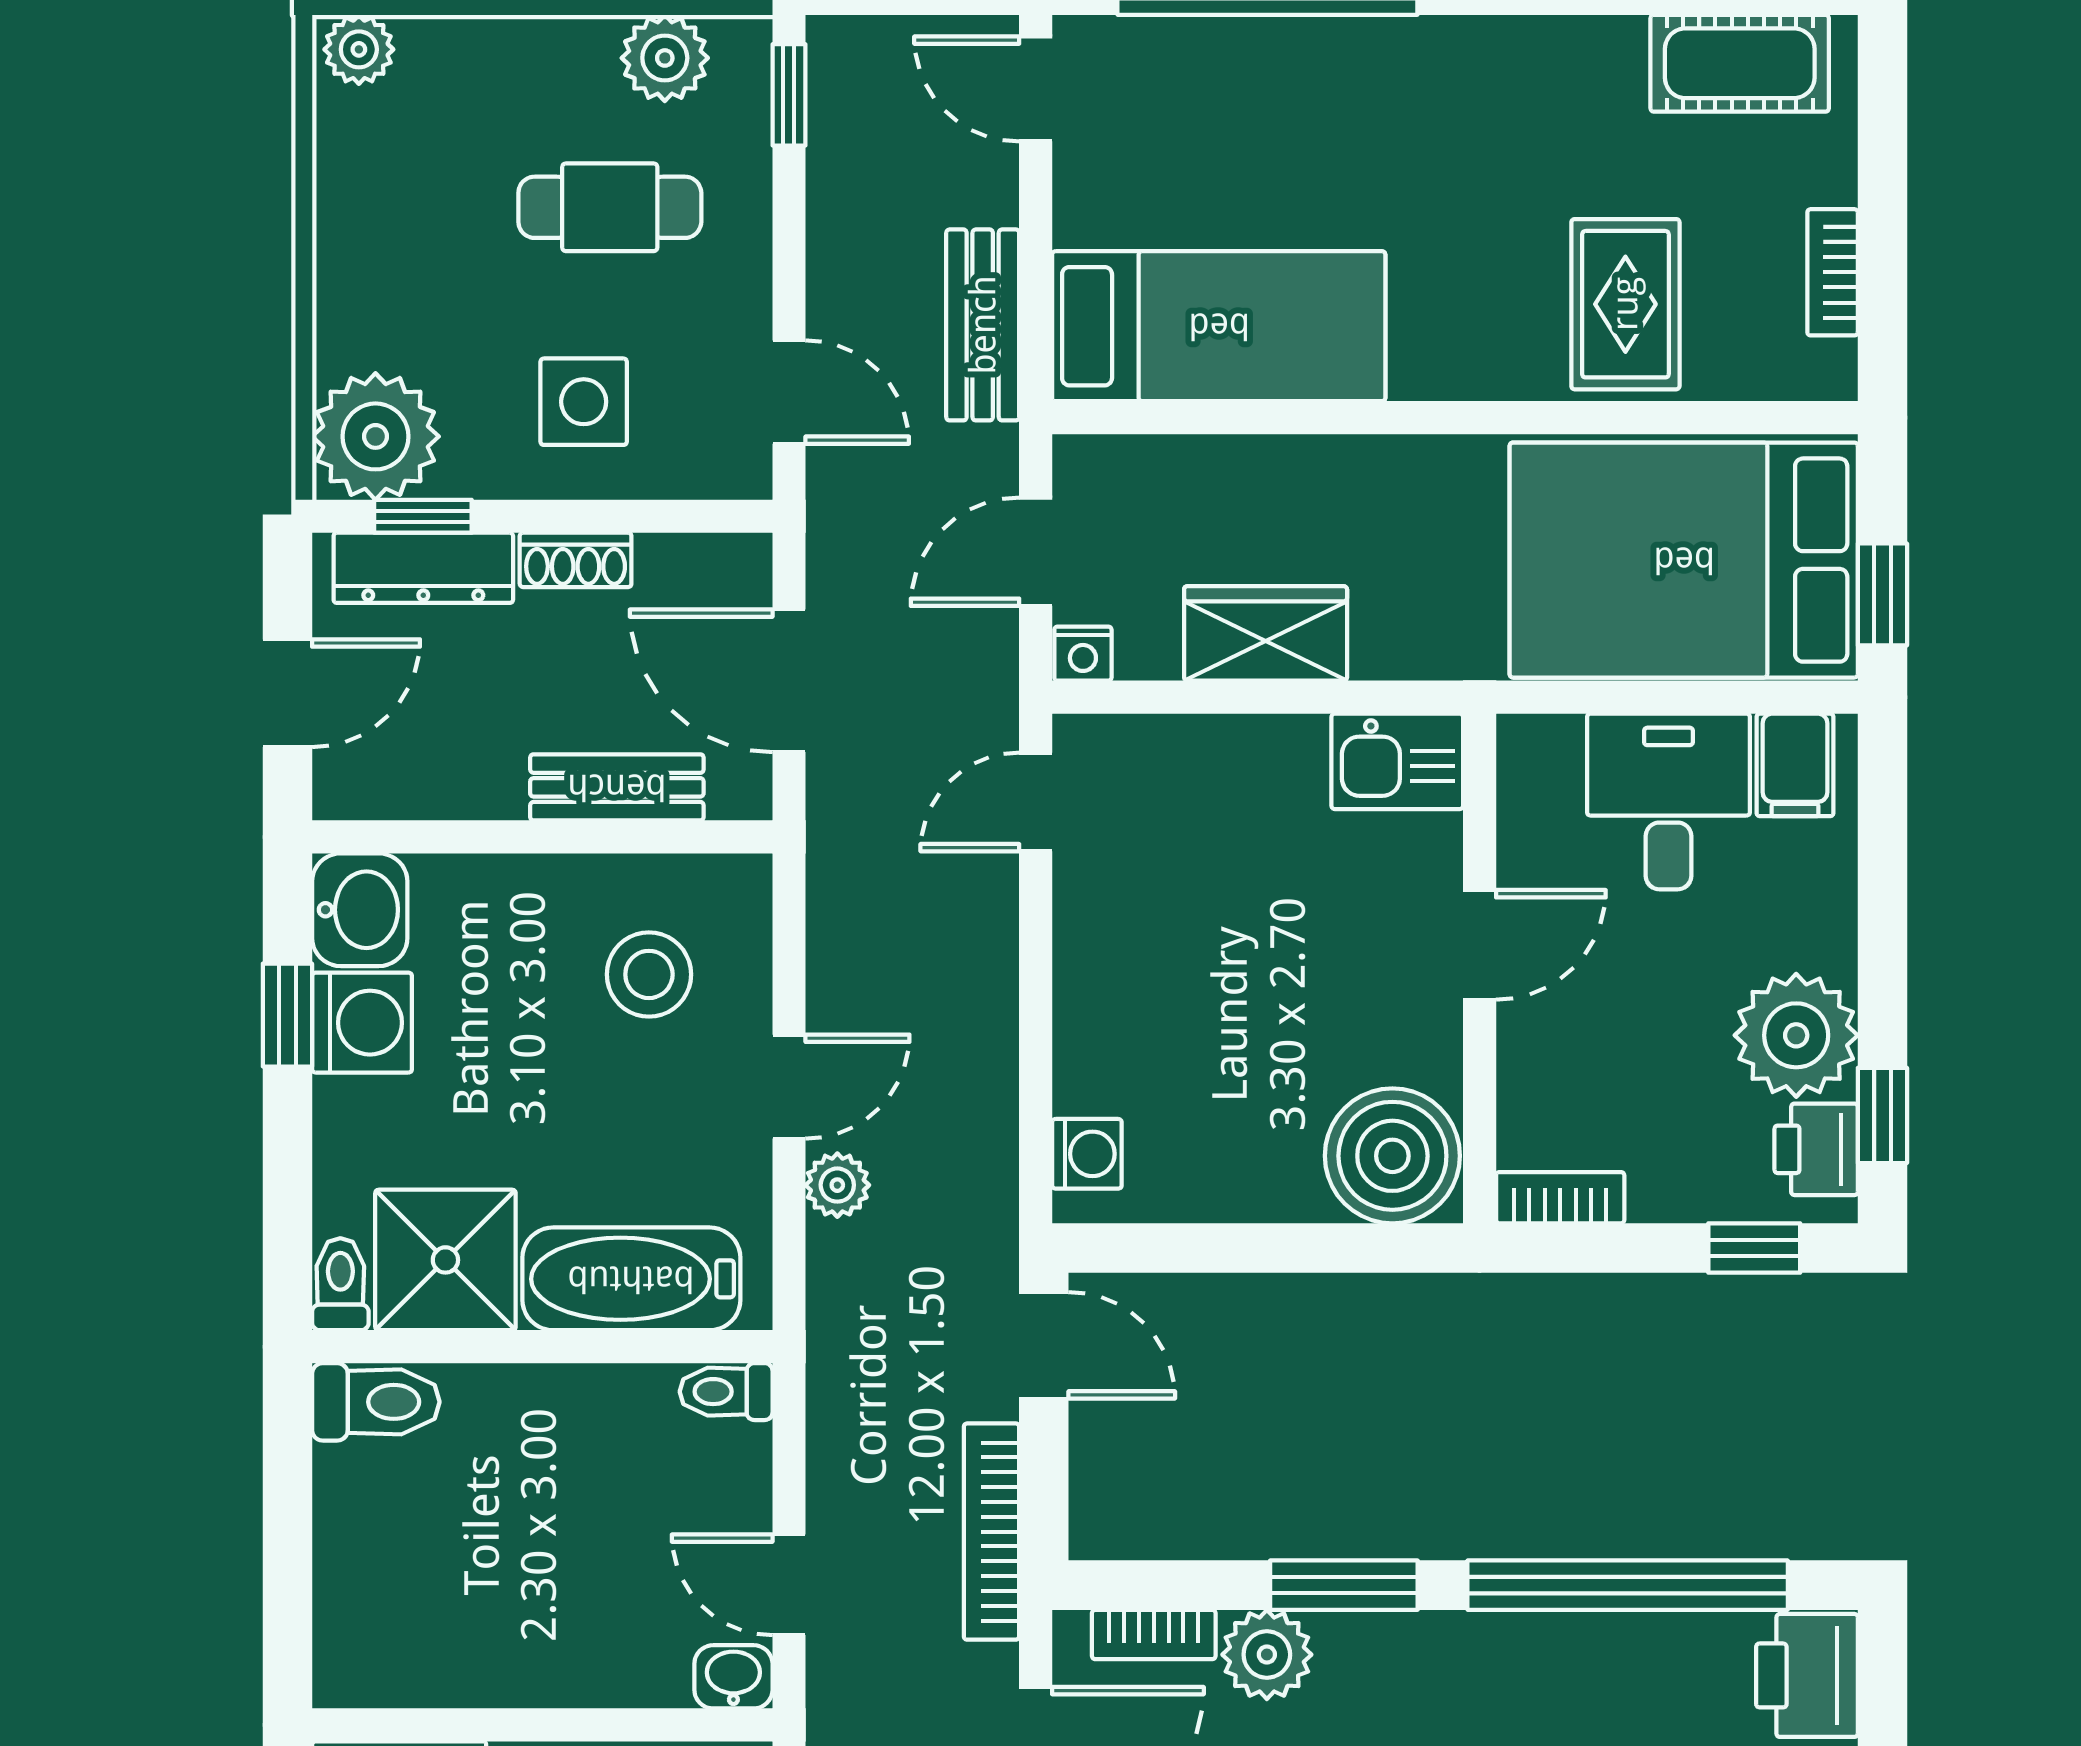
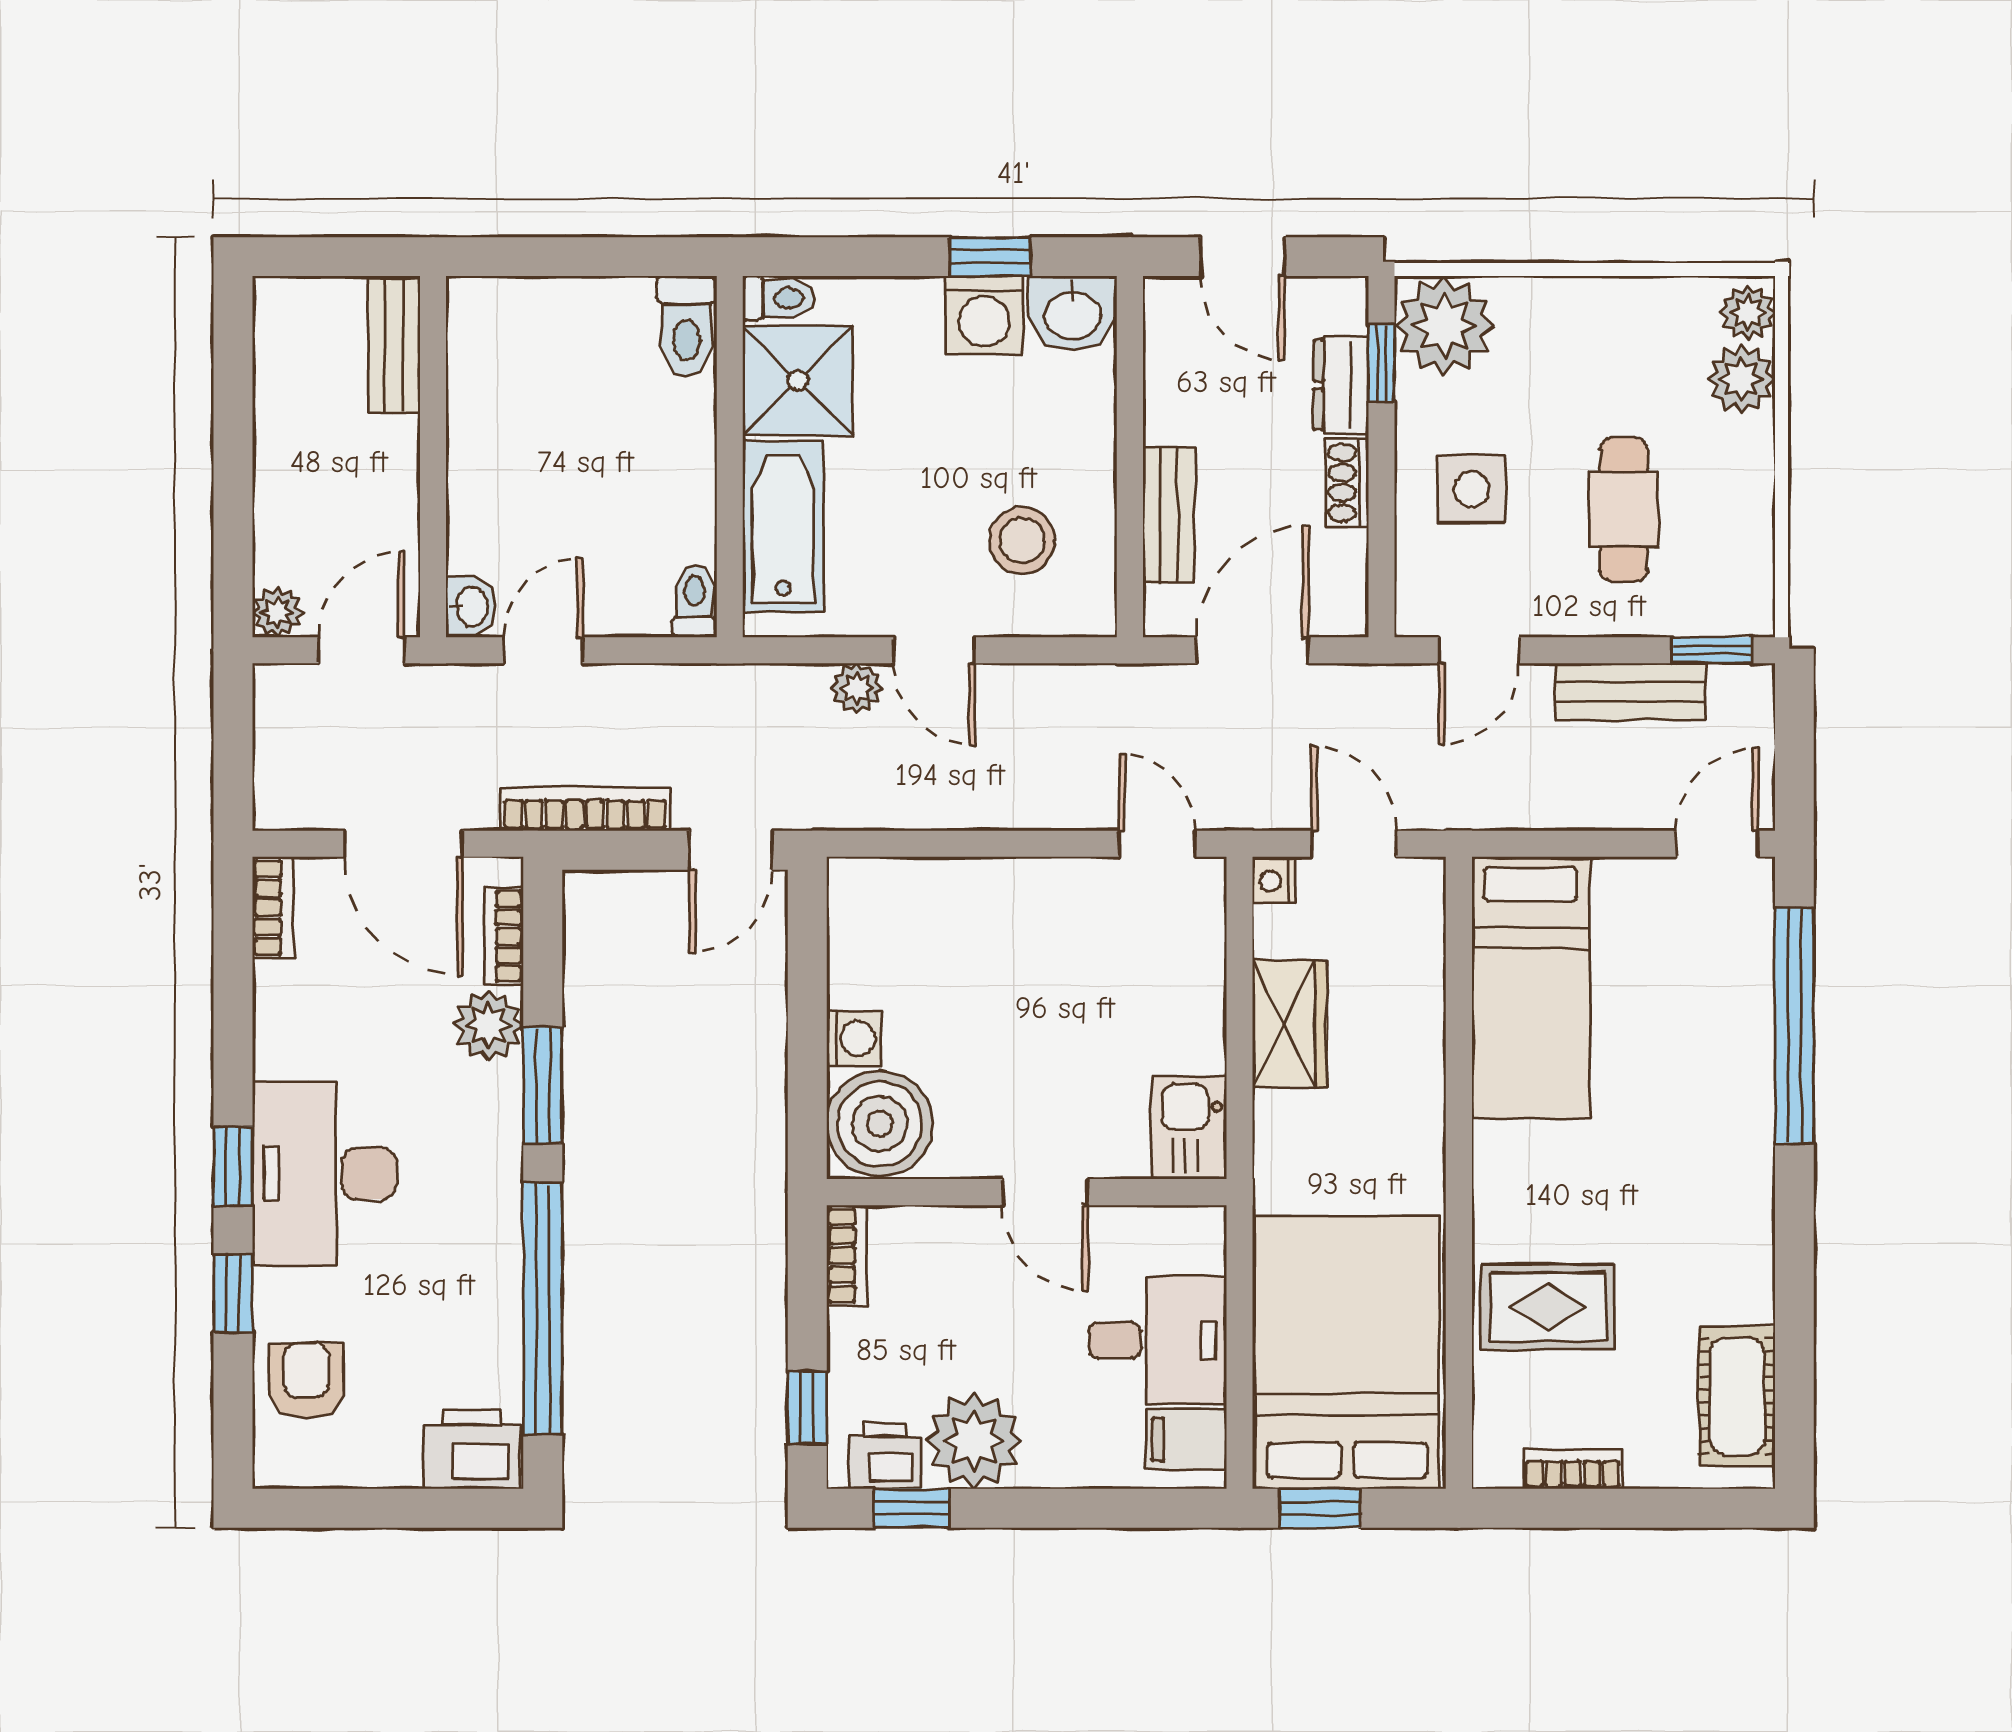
plant: (665, 58) -> (1741, 379), moved
bench: (983, 325) -> (1631, 692), moved
dresser: (423, 568) -> (1341, 385), width x0.70
washing machine: (1087, 1154) -> (854, 1038), moved, turned -90

